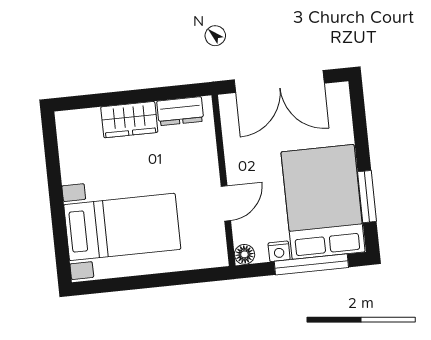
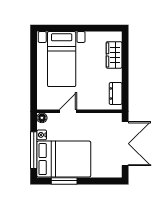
double door: (279, 82) -> (125, 144), swing flipped
wardrobe: (129, 120) -> (114, 55), moved
door: (226, 203) -> (68, 111), swing flipped

